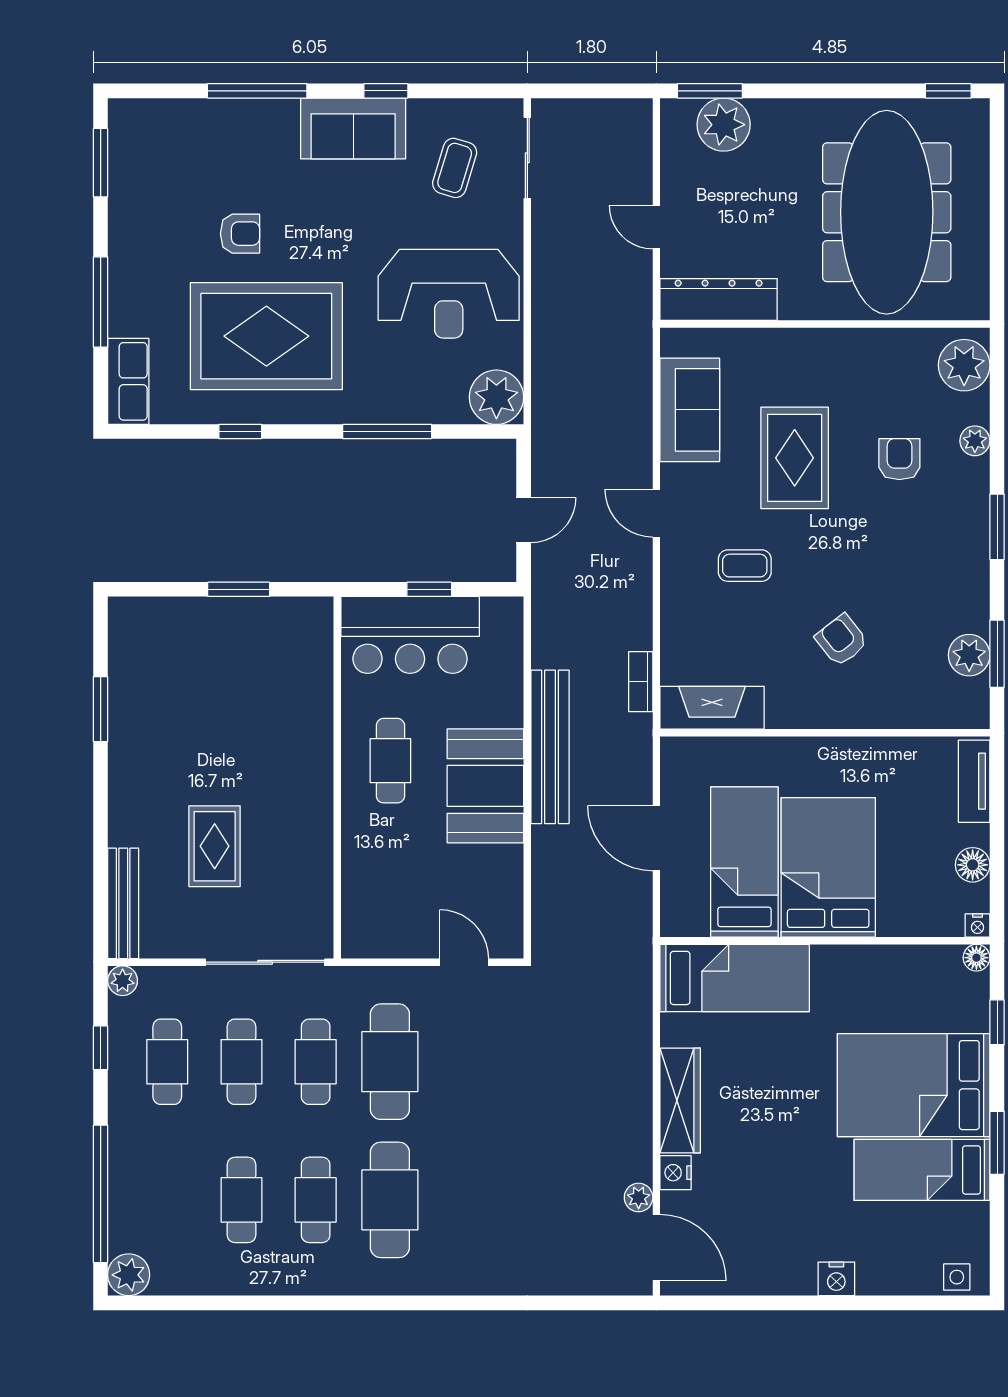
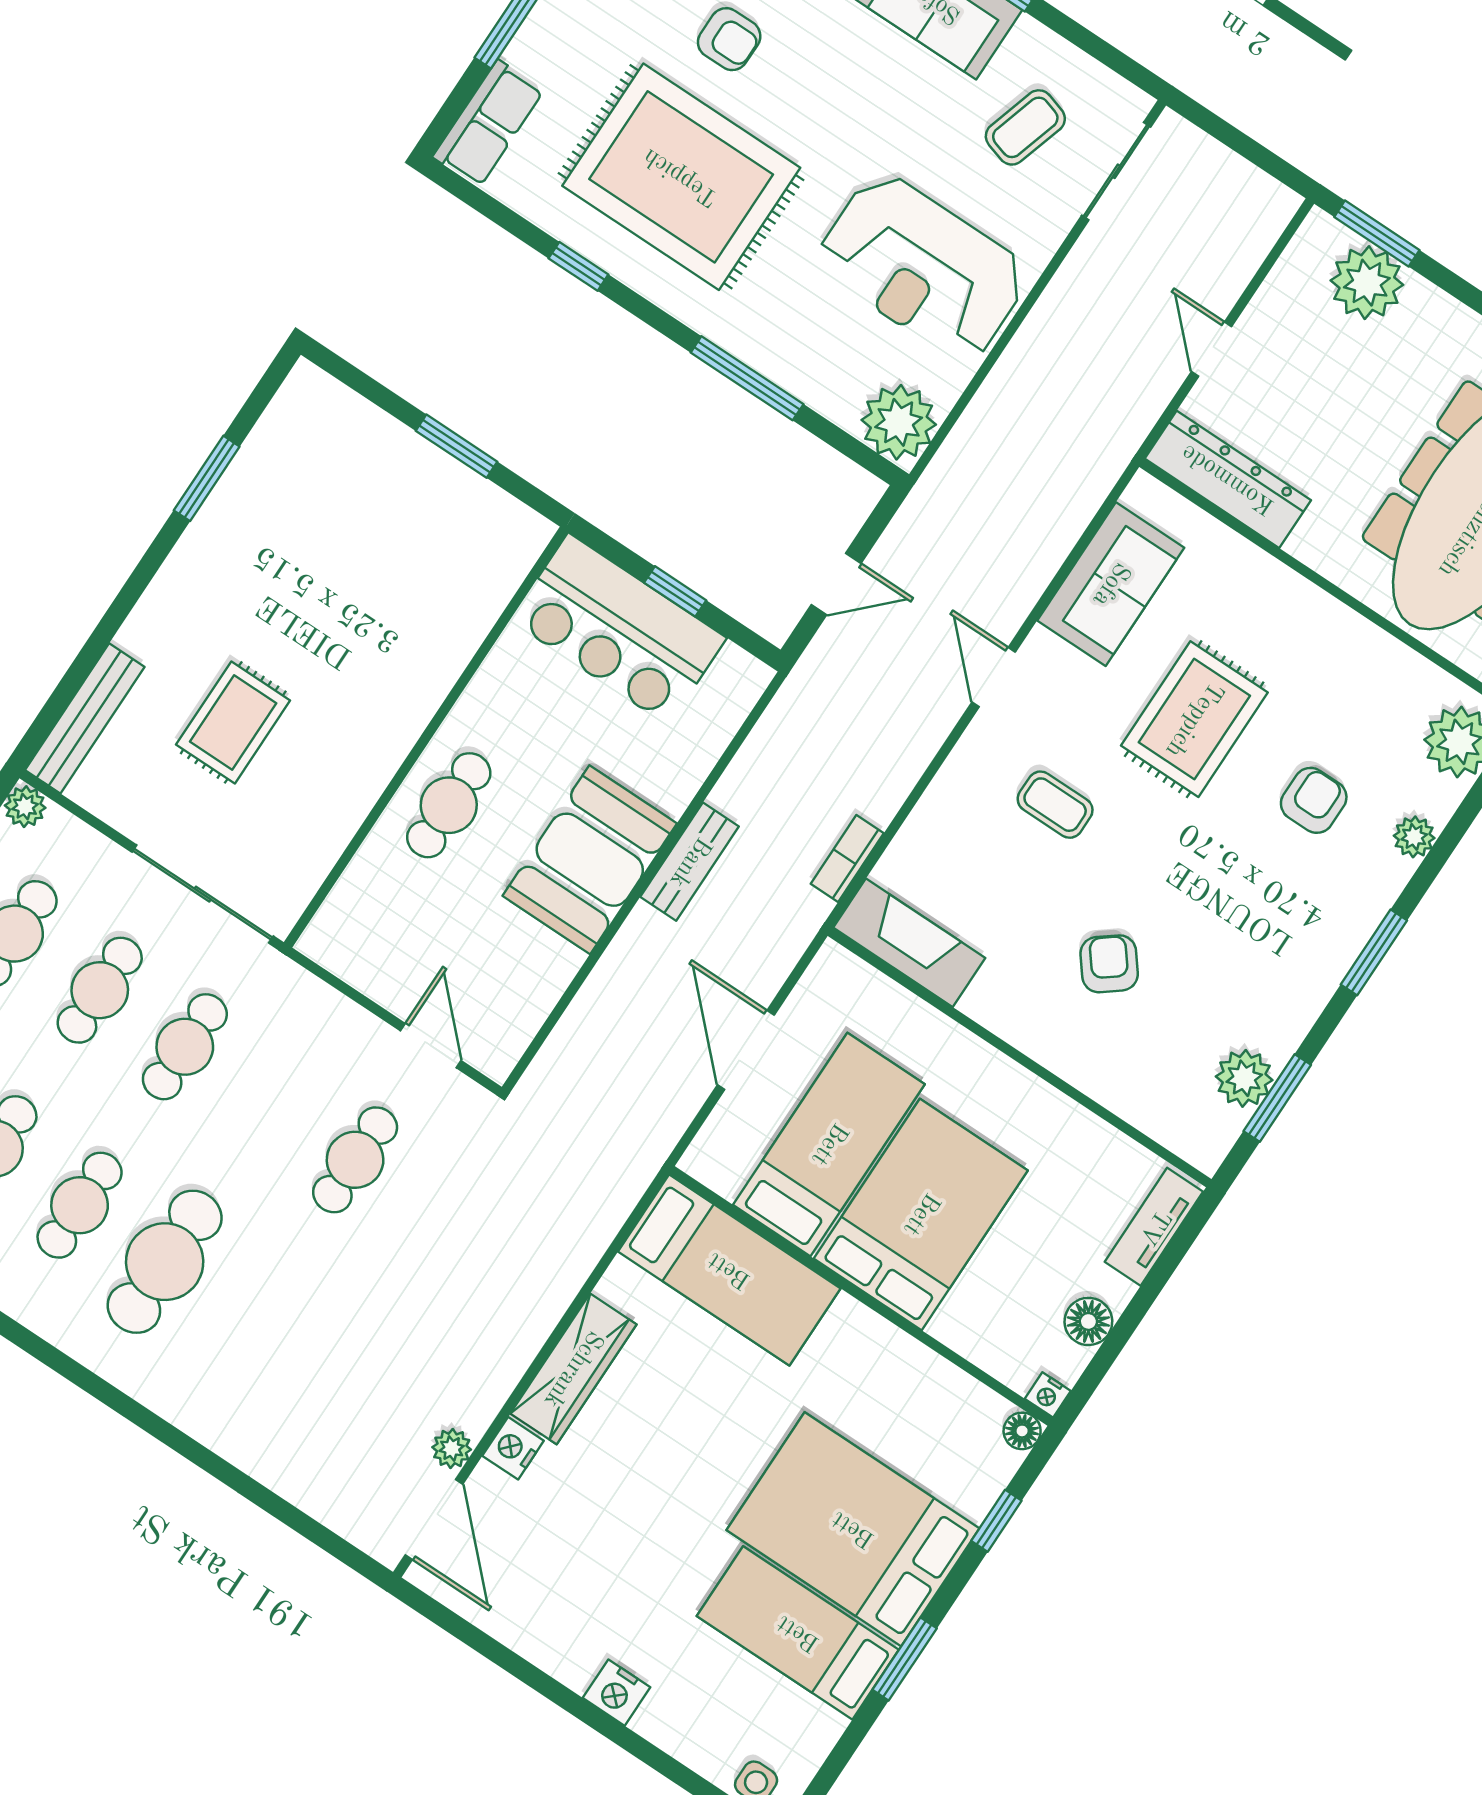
bench: (550, 747) -> (690, 862), width x0.54, depth x0.82
cafe table: (390, 761) -> (449, 805), moved
cafe table: (390, 1062) -> (355, 1160), moved, width x0.73, depth x0.74

